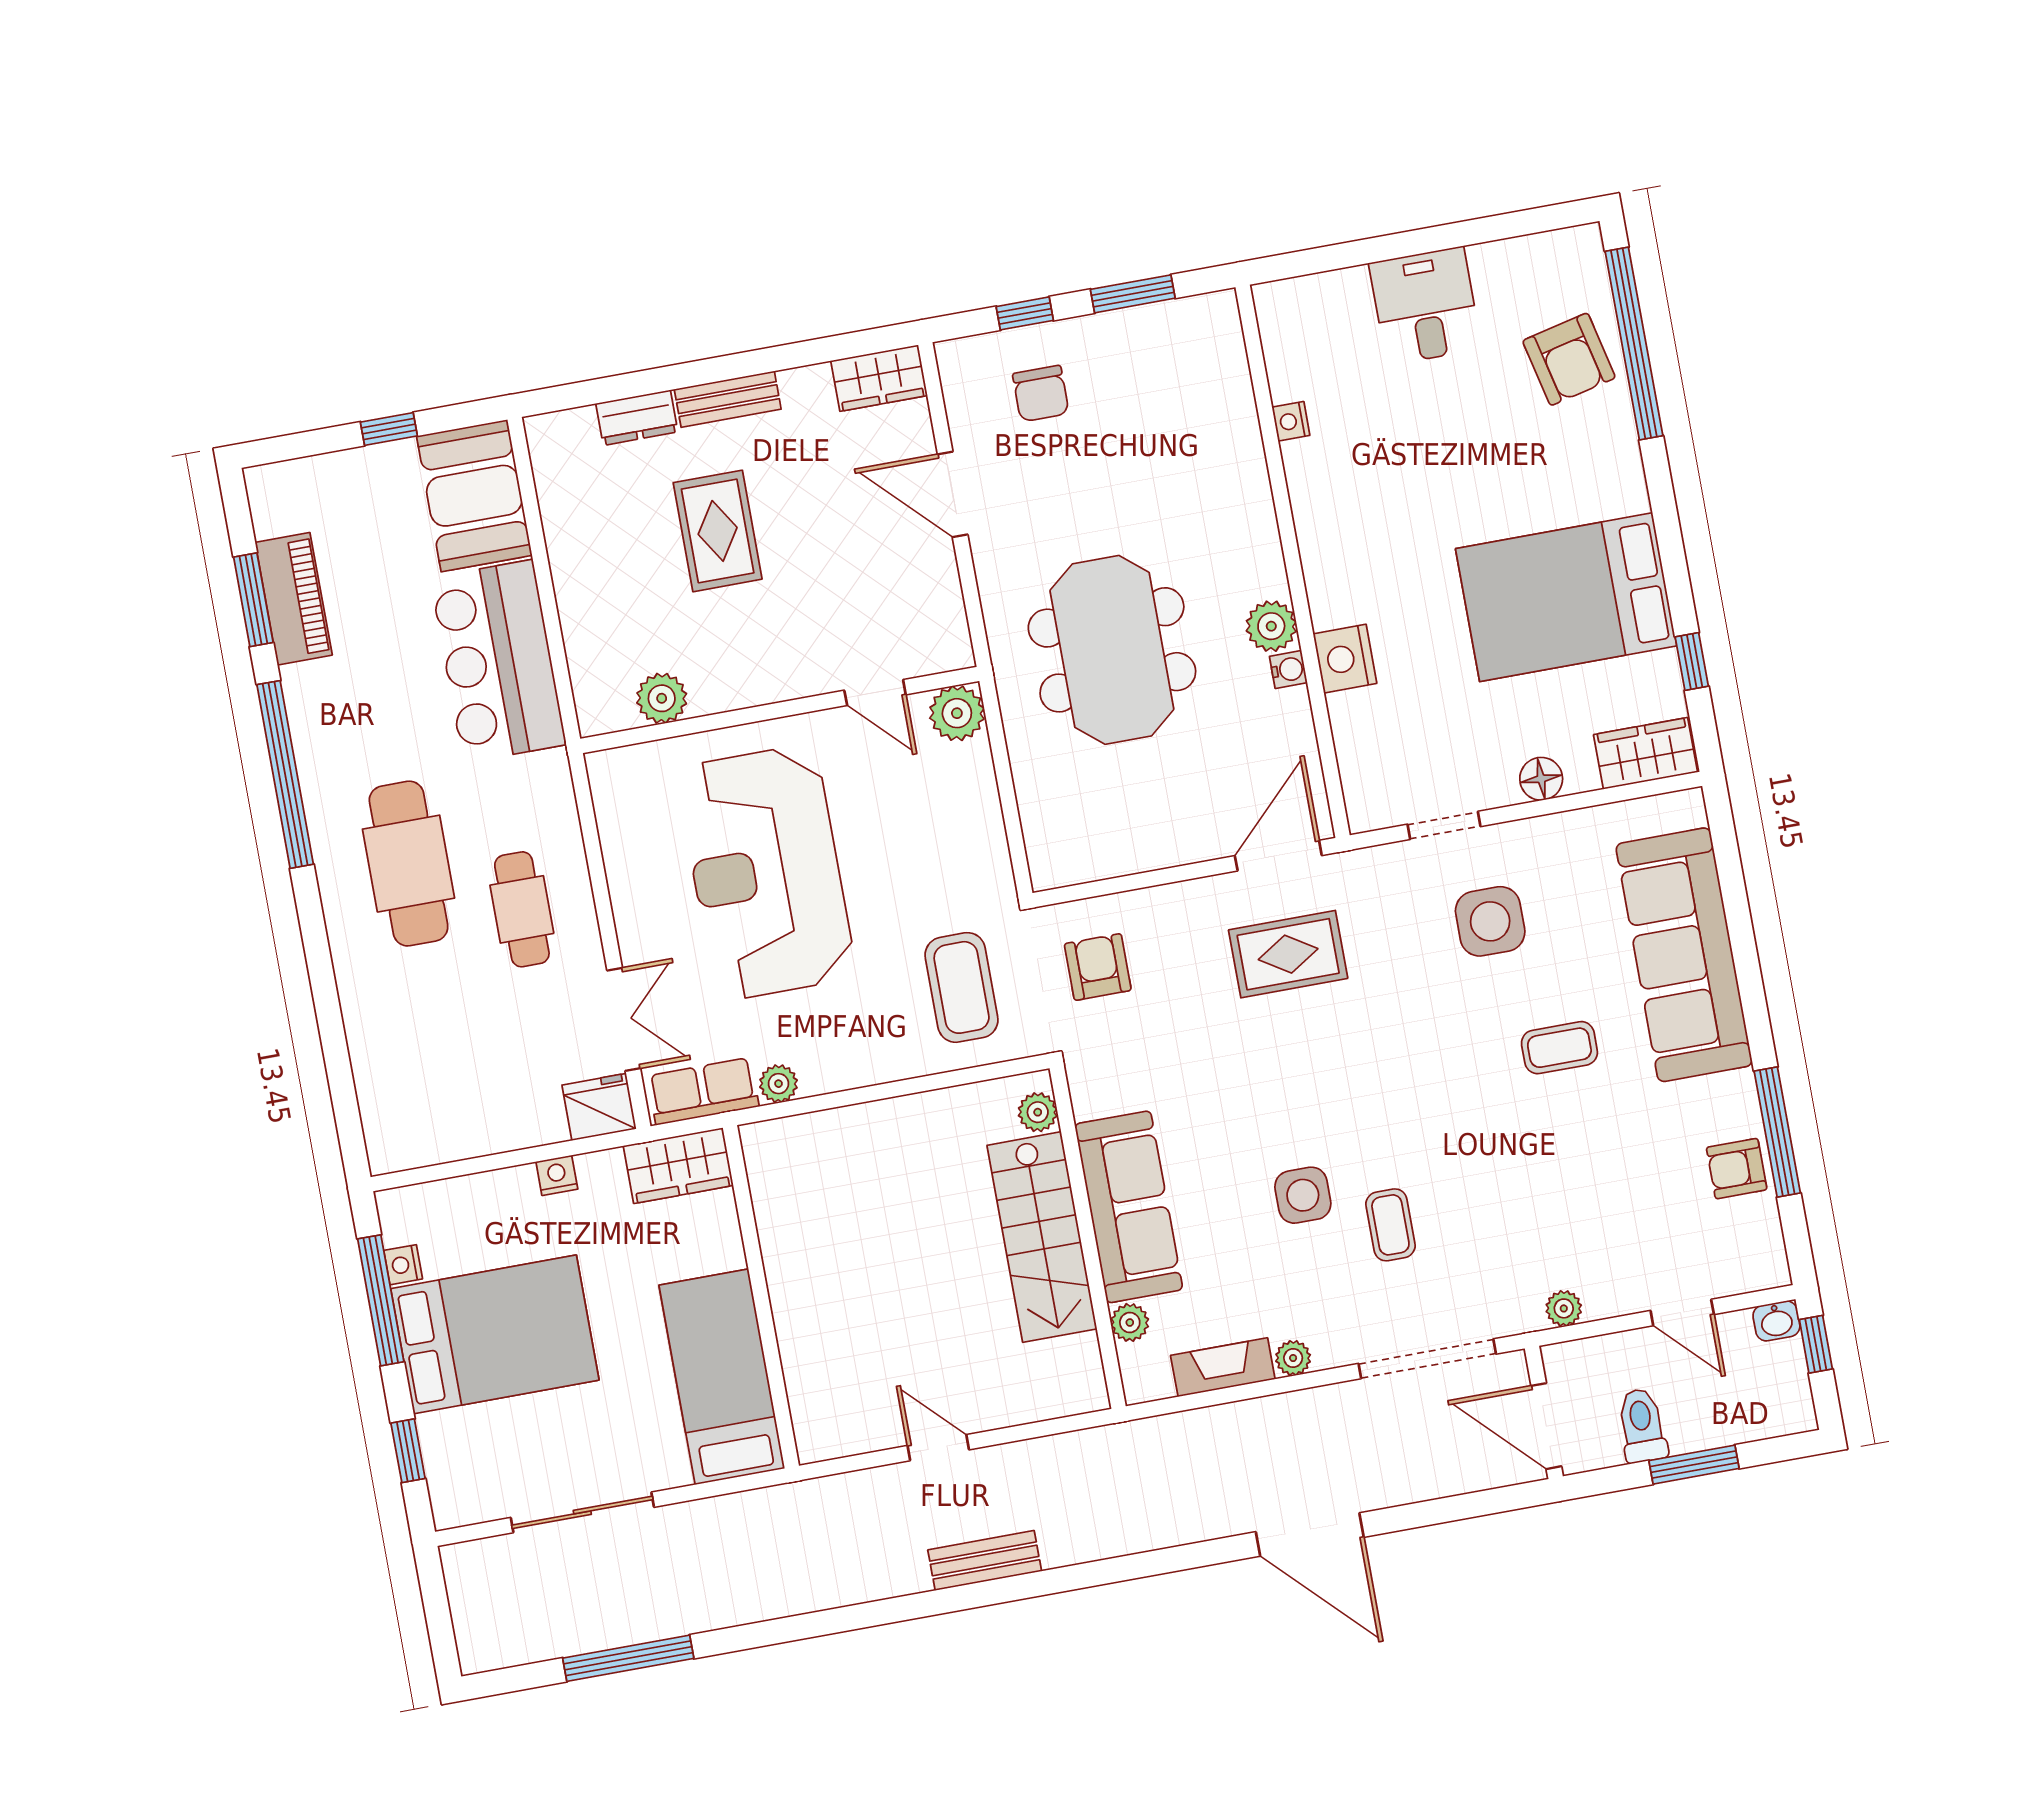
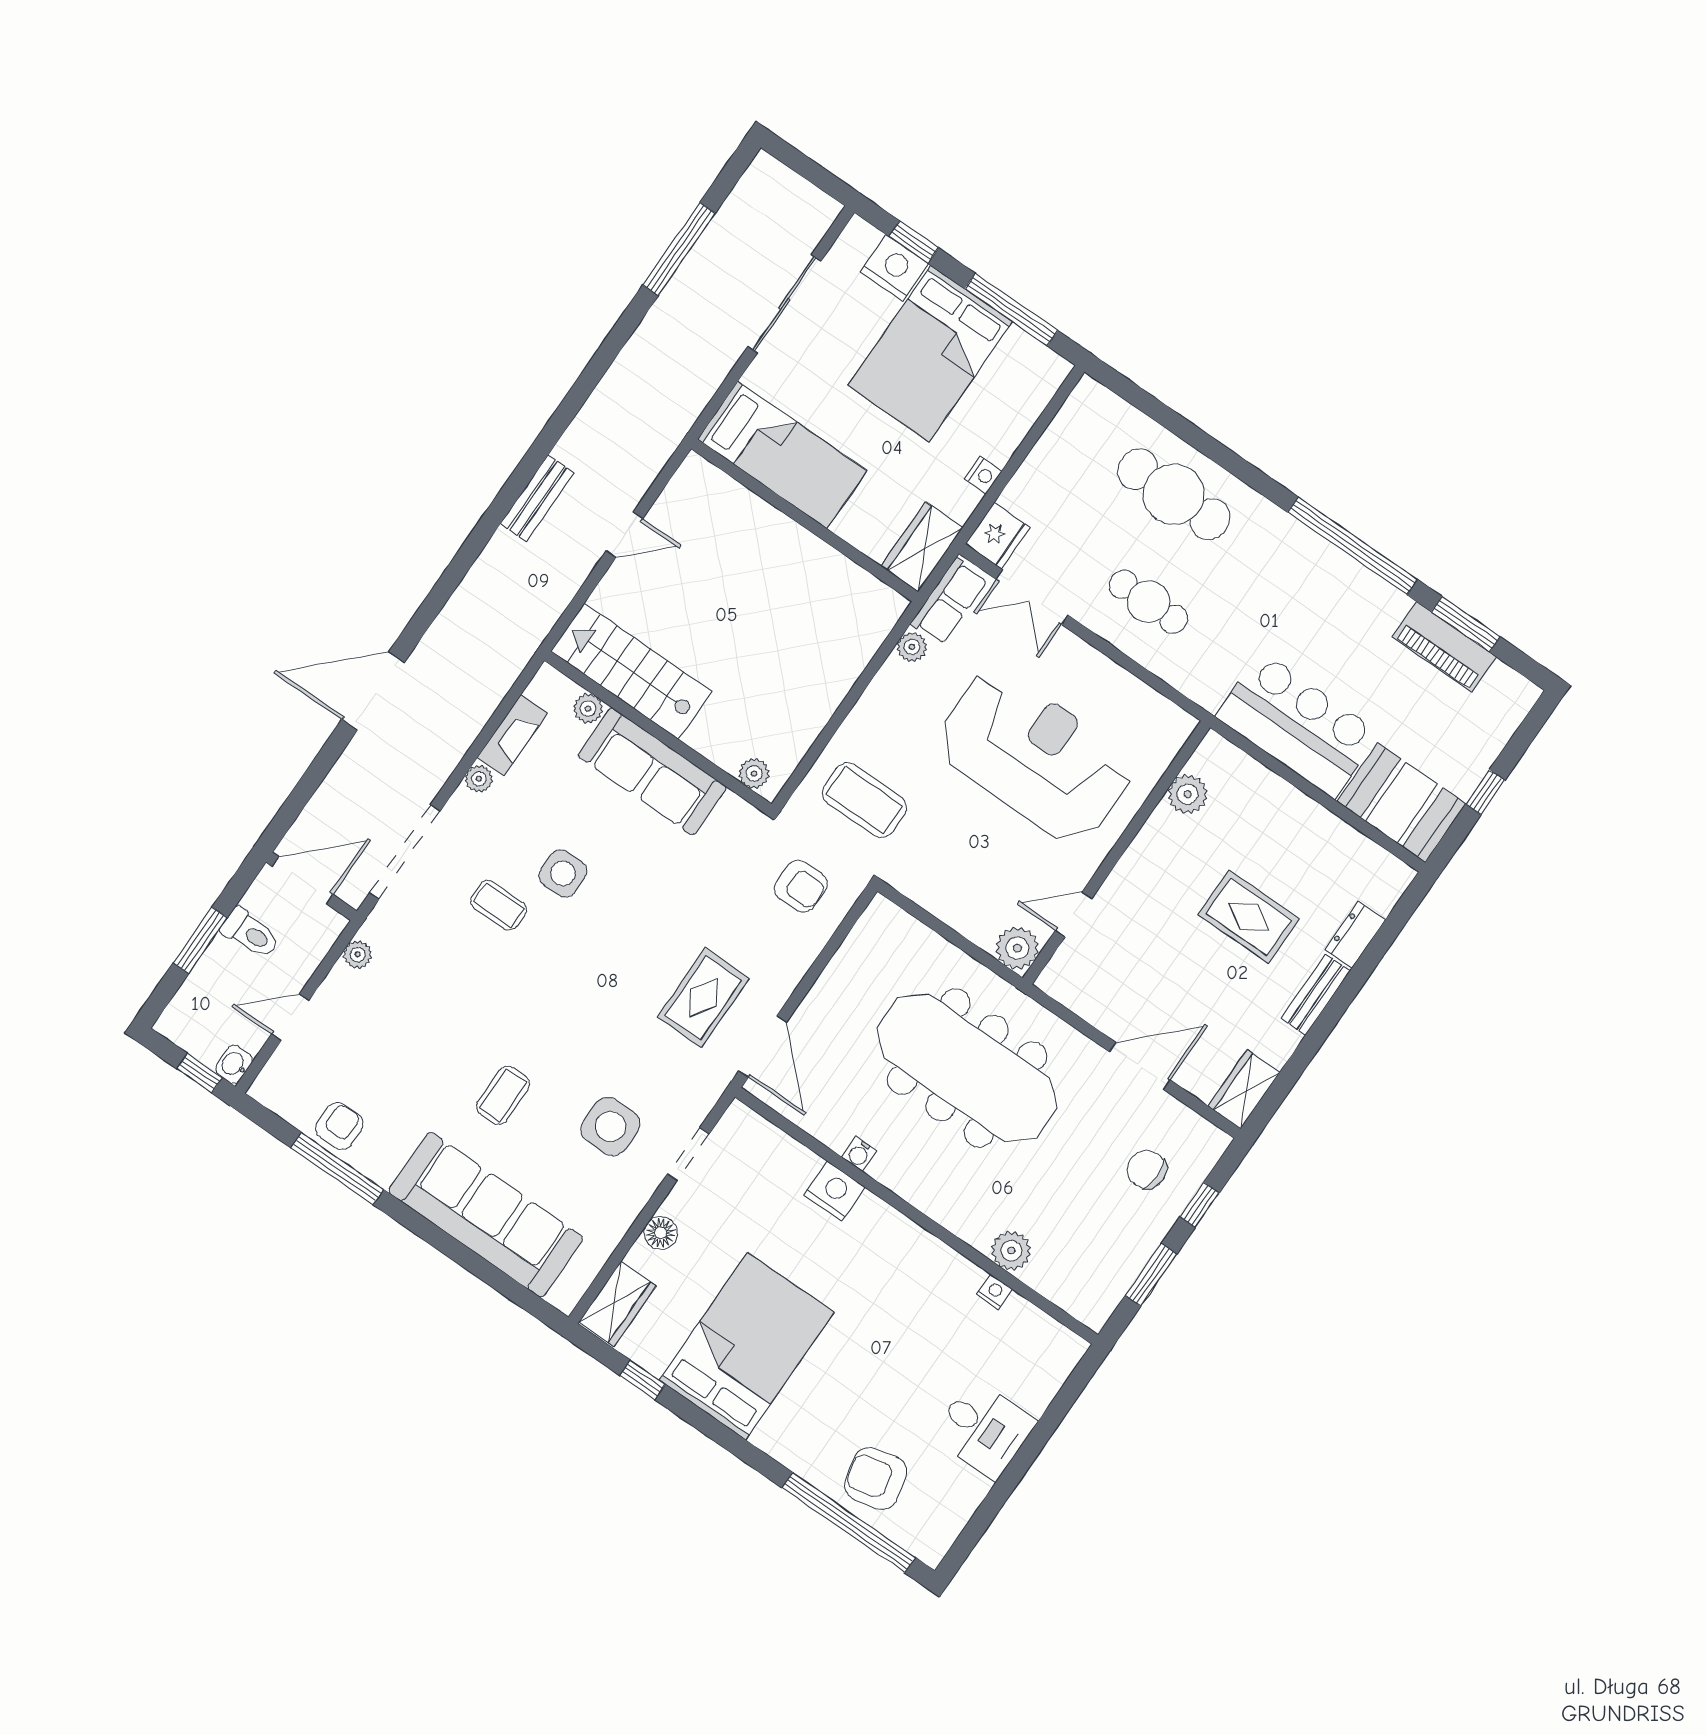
plant: (1271, 626) -> (1011, 1251), moved
meeting table: (1112, 650) -> (967, 1068), width x1.36
cafe table: (409, 864) -> (1174, 494), moved
stairs: (1042, 1237) -> (631, 671), moved
nightstand: (403, 1265) -> (894, 268), moved, width x1.89, depth x1.79

